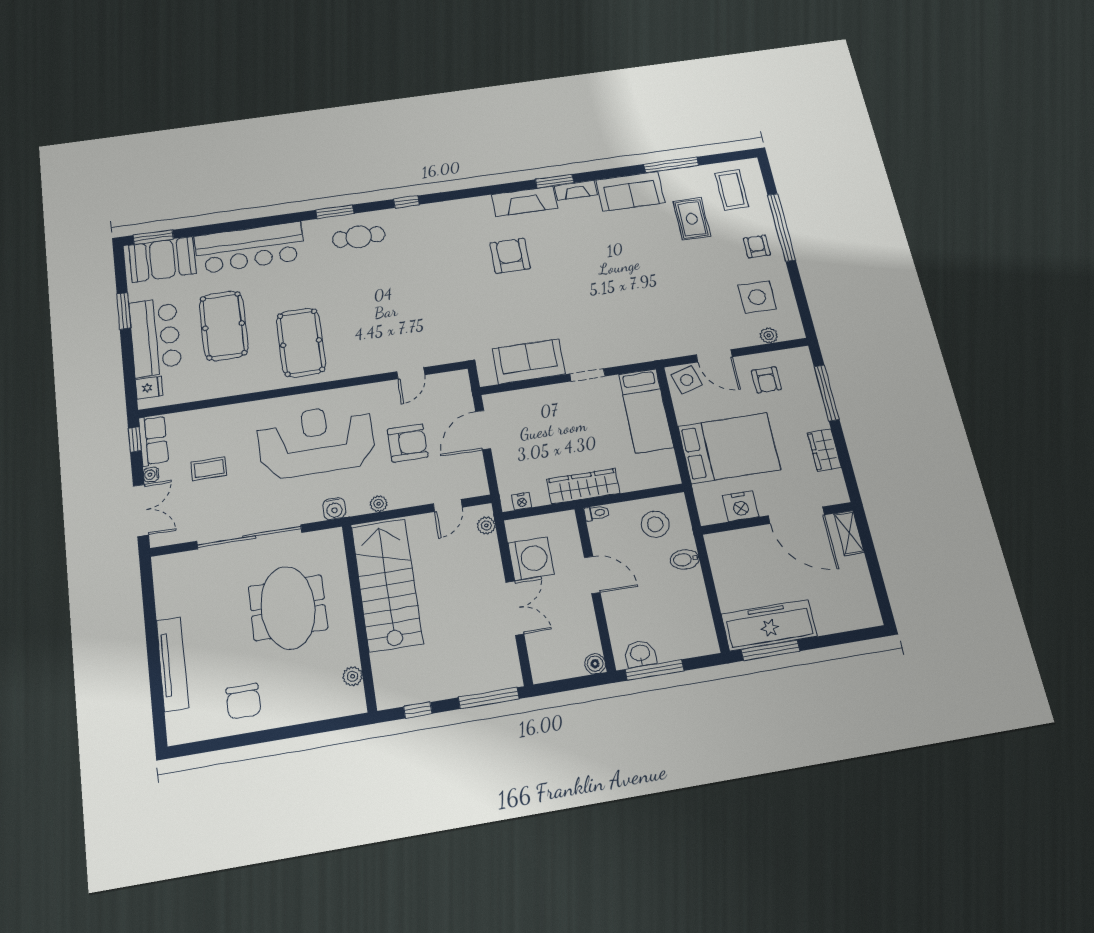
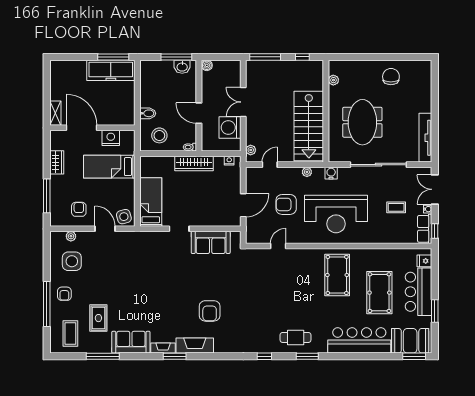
bed: (729, 448) -> (109, 167), width x0.67
tv unit: (172, 664) -> (425, 138), moved

